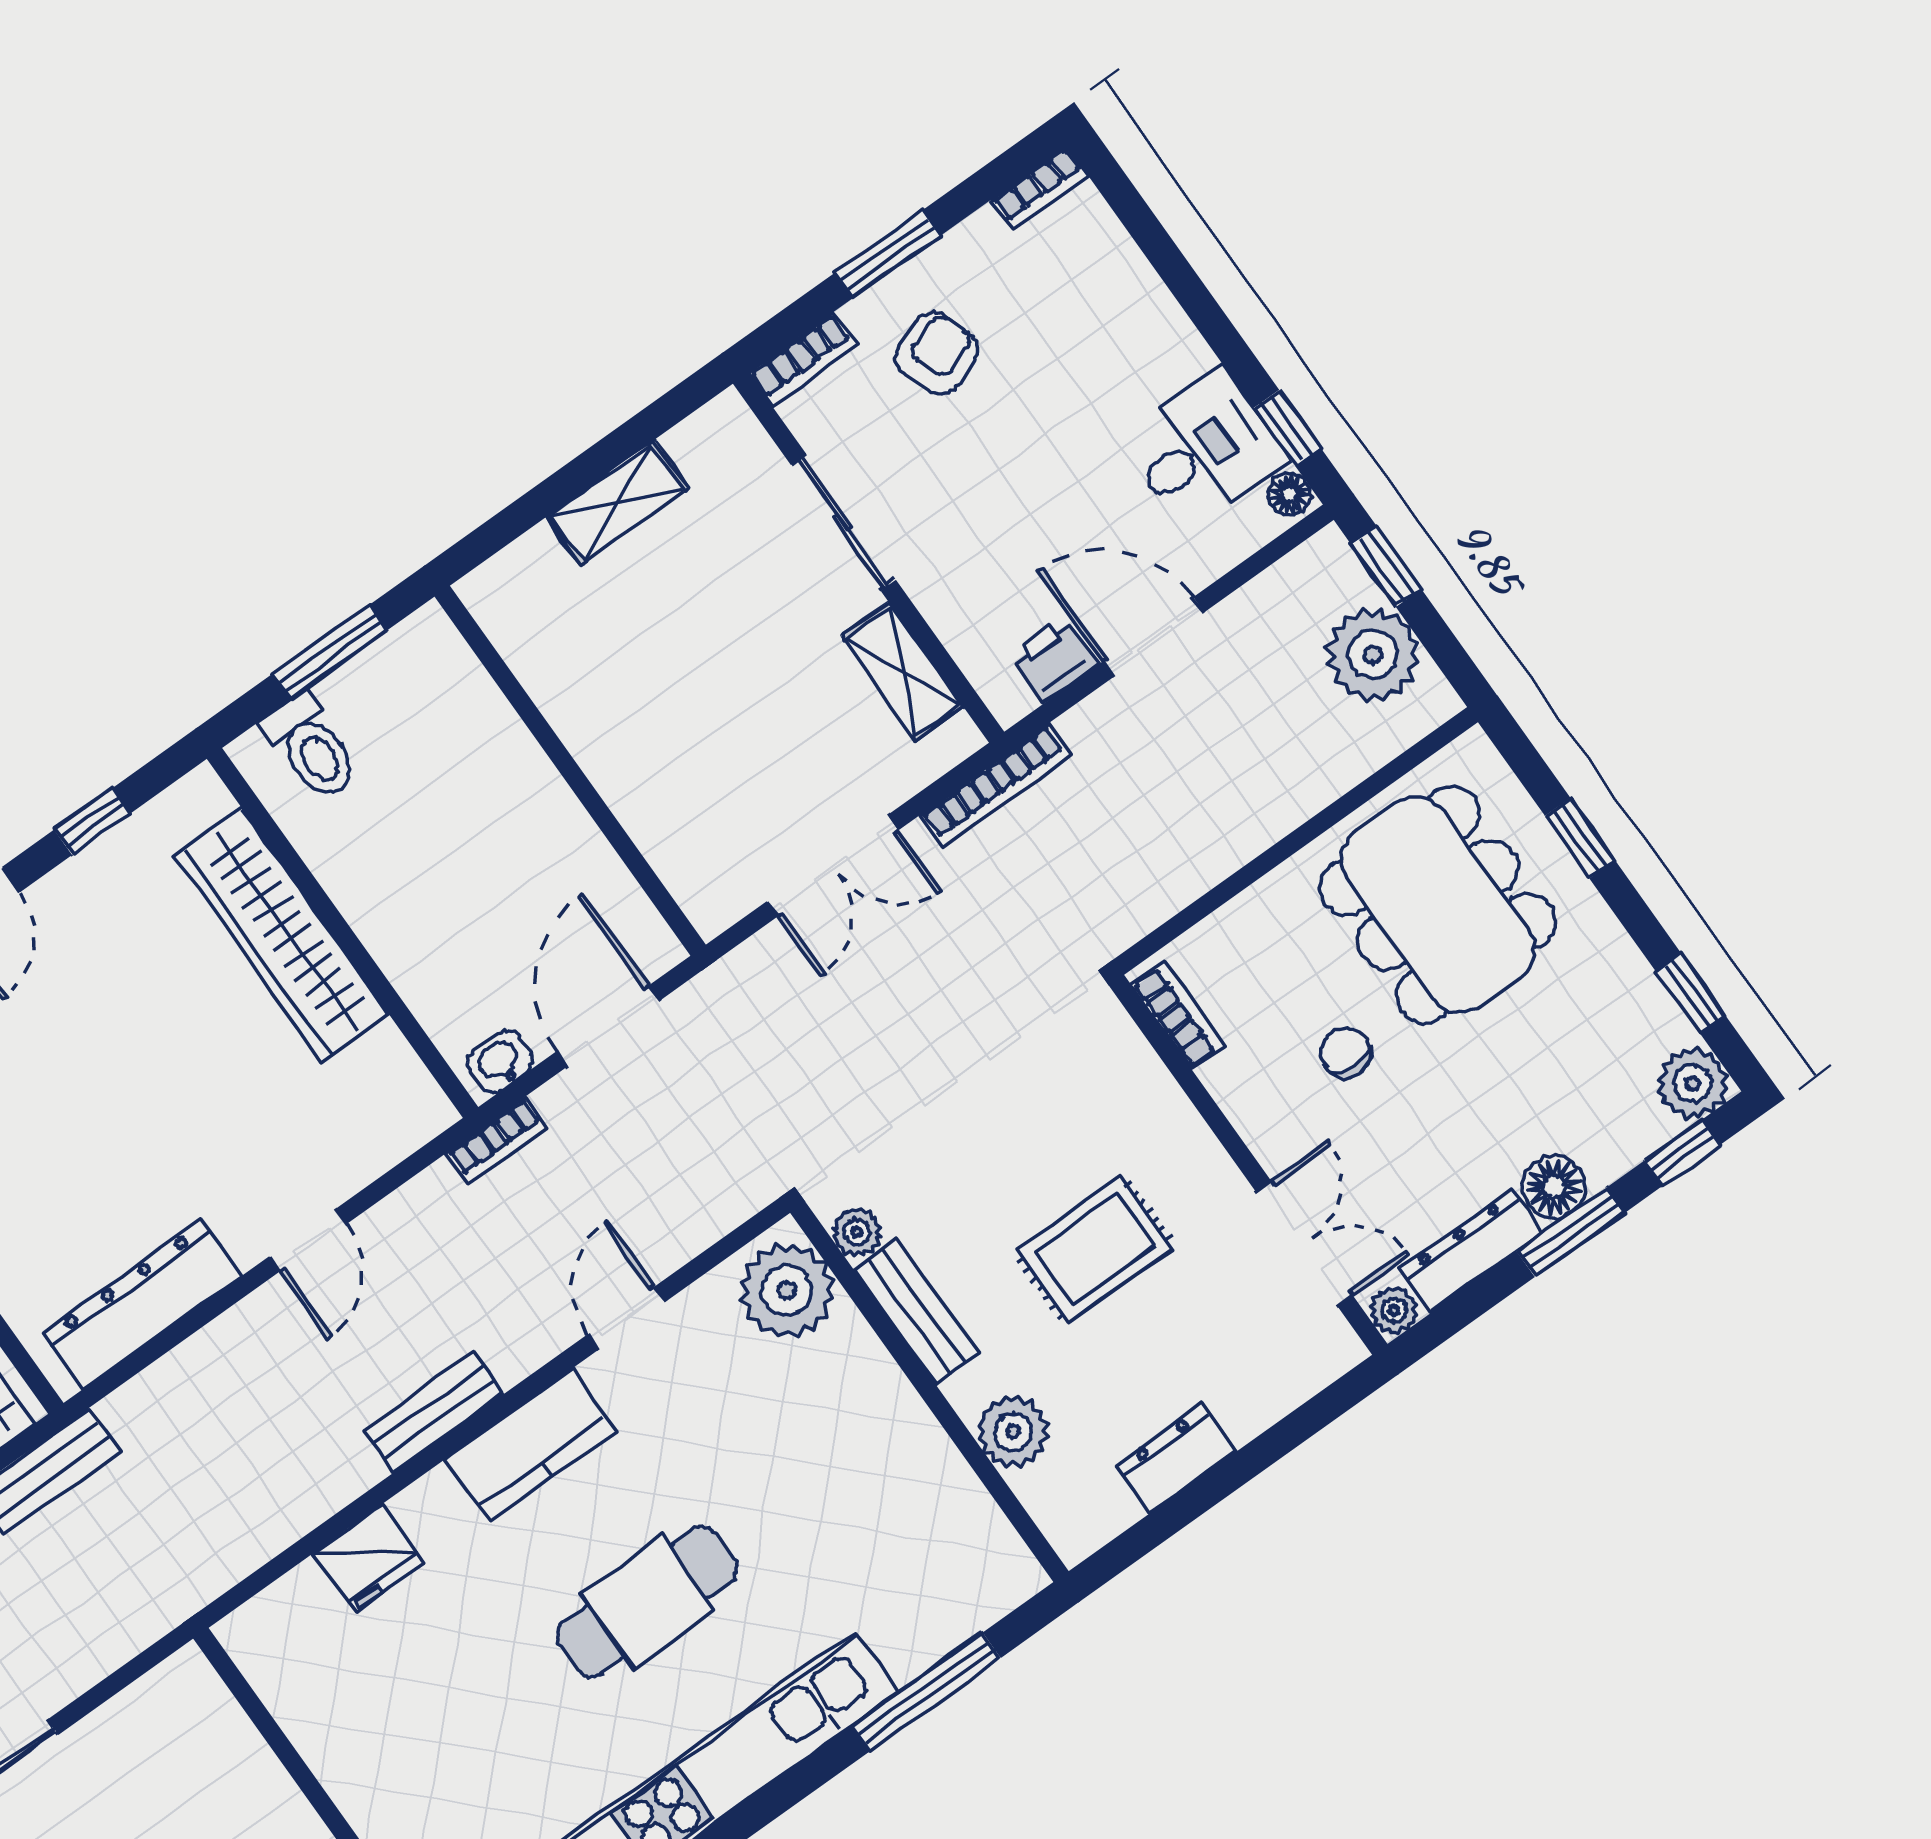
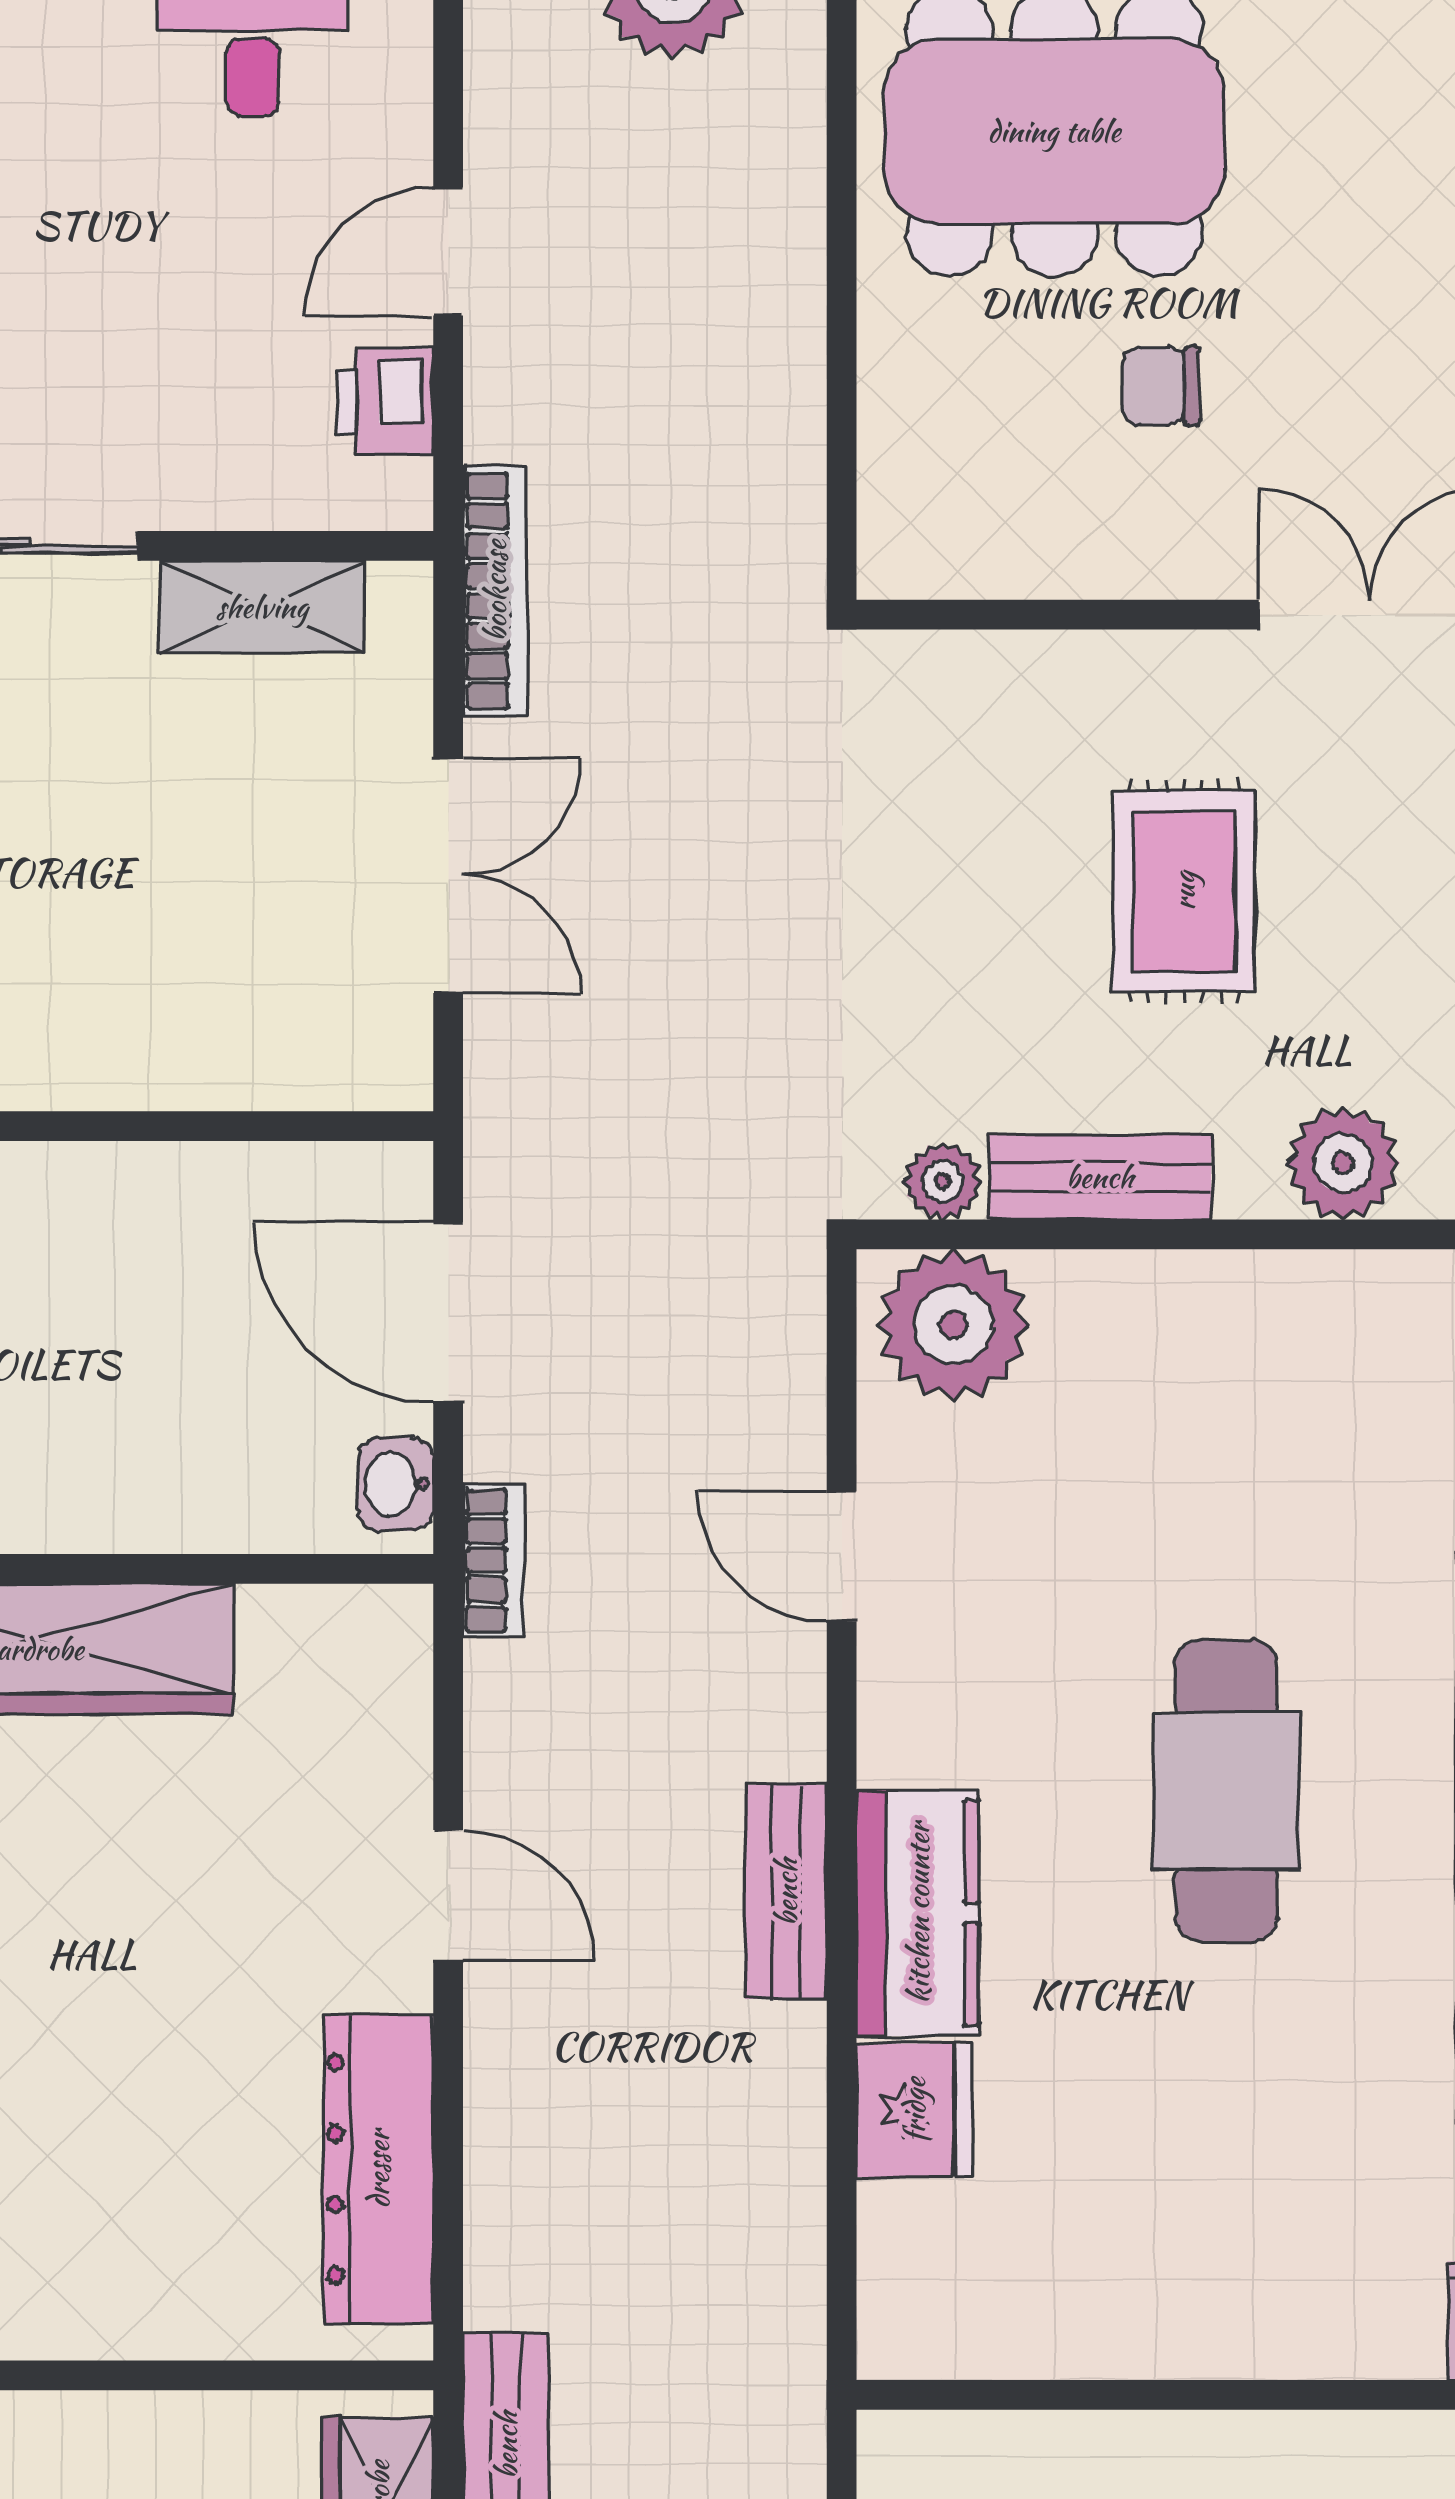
door: (1153, 637) -> (448, 252), width x0.73
bookcase: (1178, 1015) -> (959, 567), removed
kitchen counter: (531, 1446) -> (918, 1913), moved

